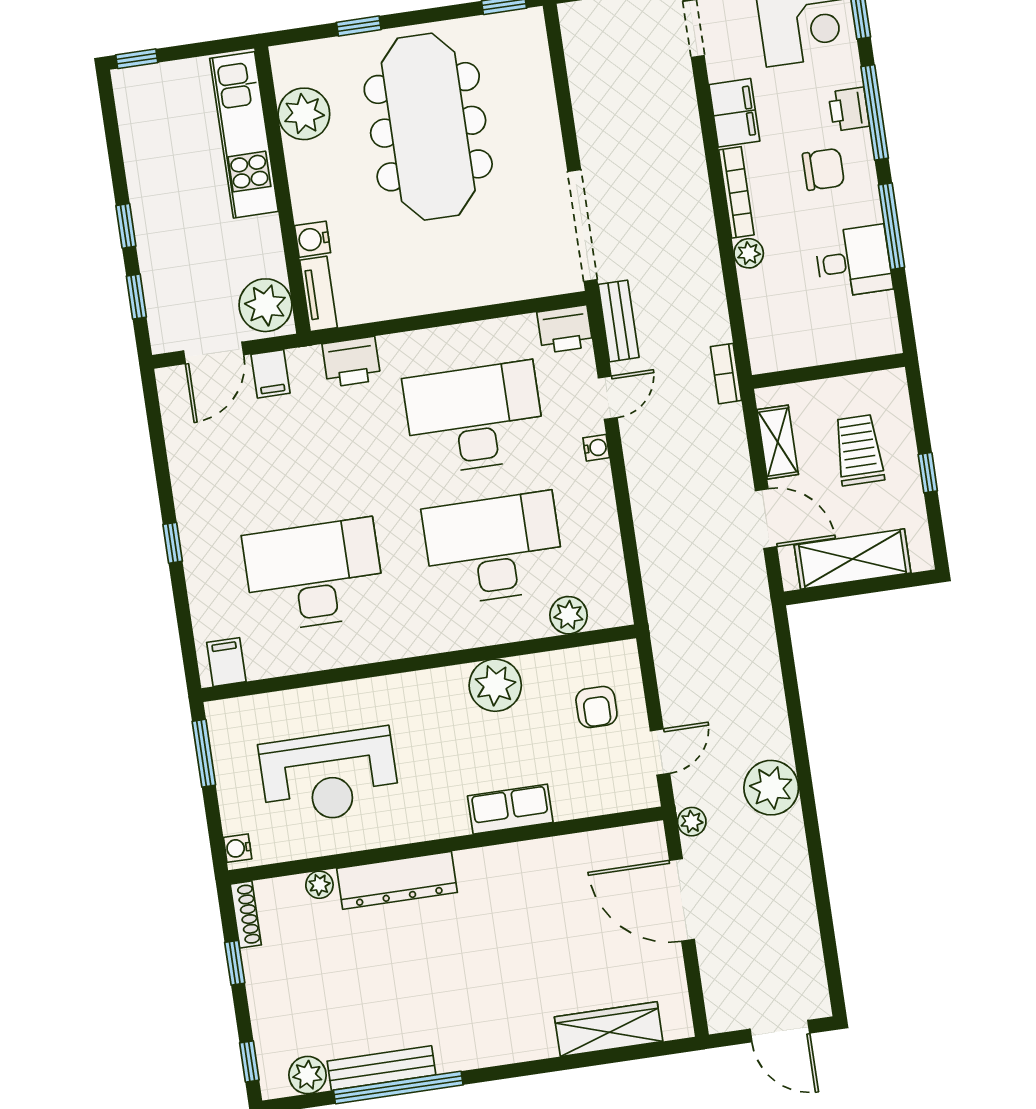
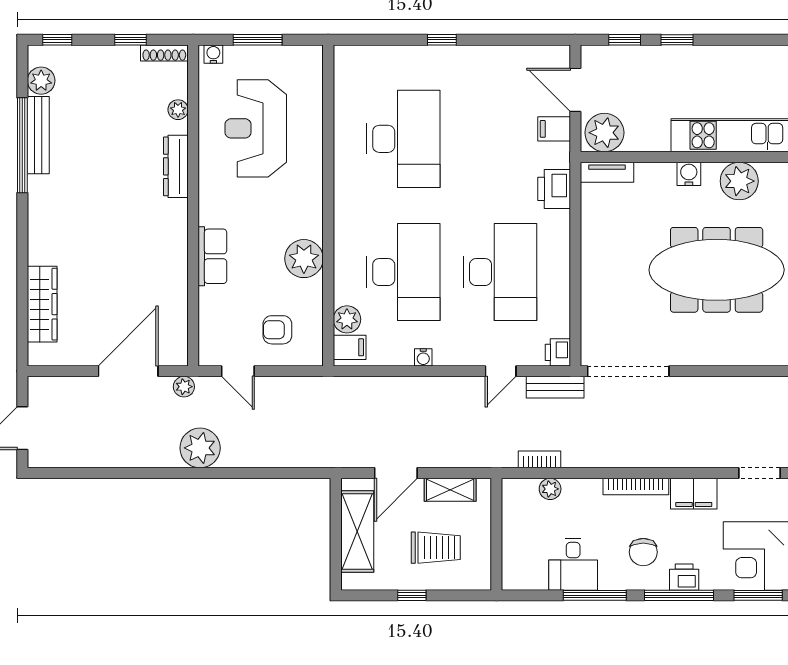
water cooler: (313, 239) -> (689, 174), moved
plant: (749, 253) -> (550, 489), moved
printer: (565, 329) -> (558, 352), width x0.73, depth x0.81
bookcase: (726, 374) -> (539, 459), moved
door: (608, 398) -> (501, 371), hinge flipped
water cooler: (596, 448) -> (423, 357), moved
filing cabinet: (226, 662) -> (350, 347), moved
window: (204, 753) -> (258, 40), moved
dresser: (397, 880) -> (176, 166), width x0.73, depth x0.80

